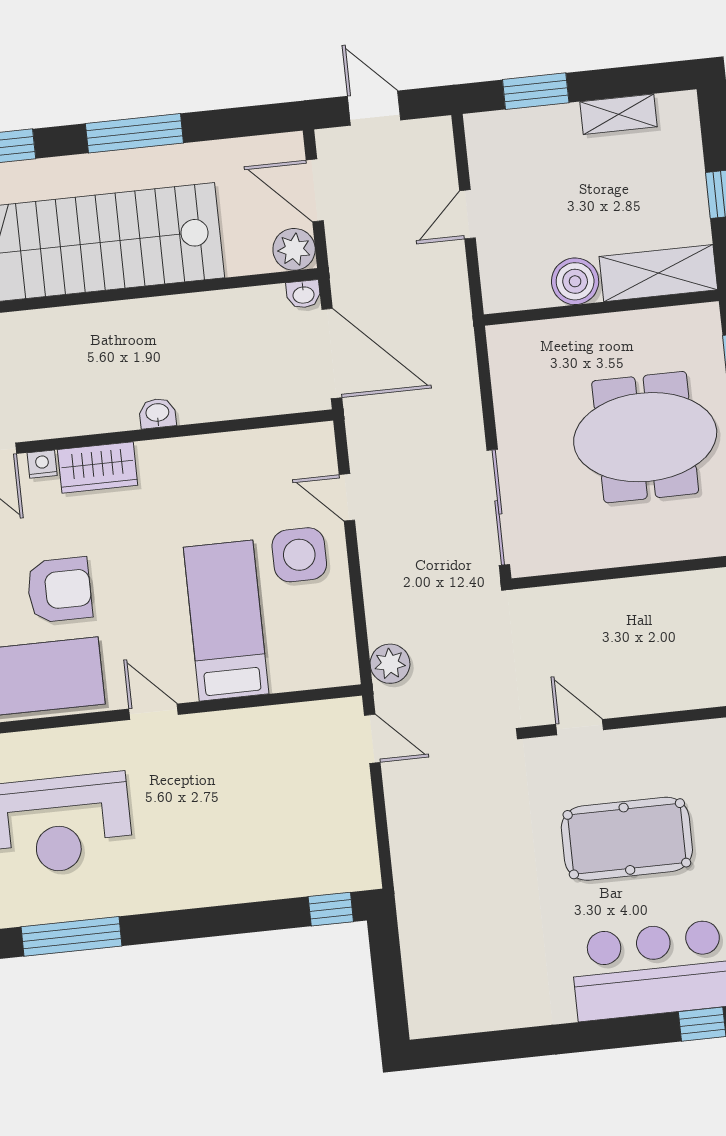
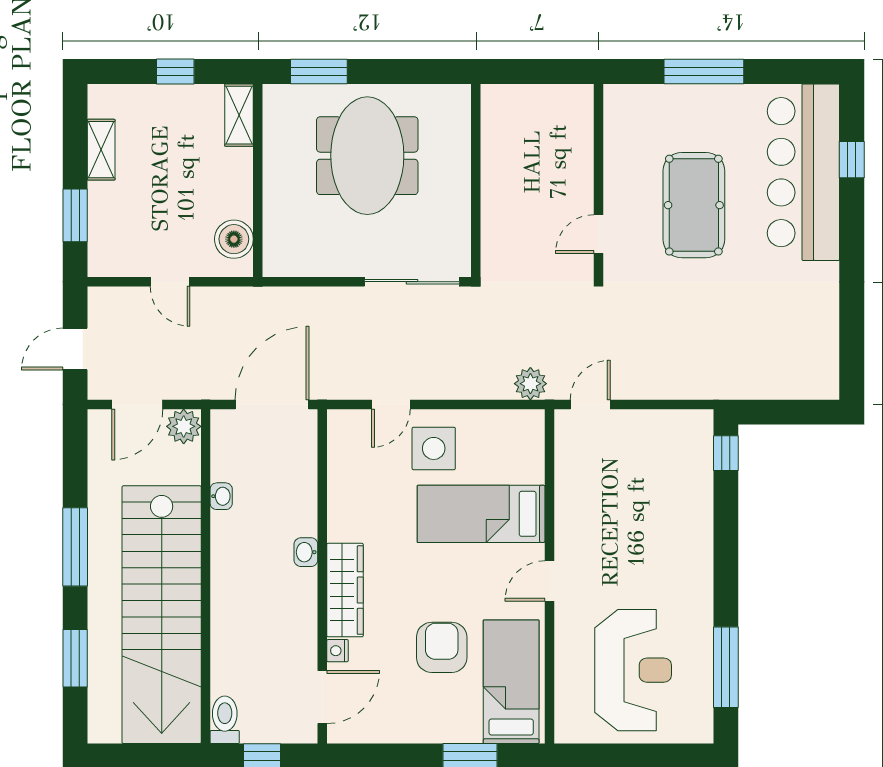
shelving: (658, 273) -> (239, 115), width x0.67, depth x0.75
boiler: (575, 281) -> (234, 239), moved
washbasin: (303, 294) -> (221, 496), moved
wardrobe: (98, 467) -> (345, 590), width x1.50

